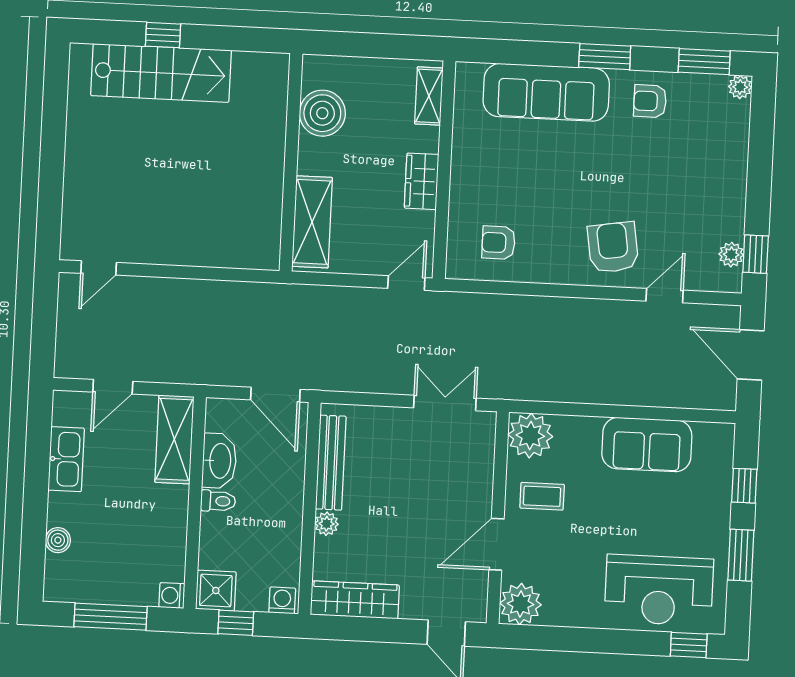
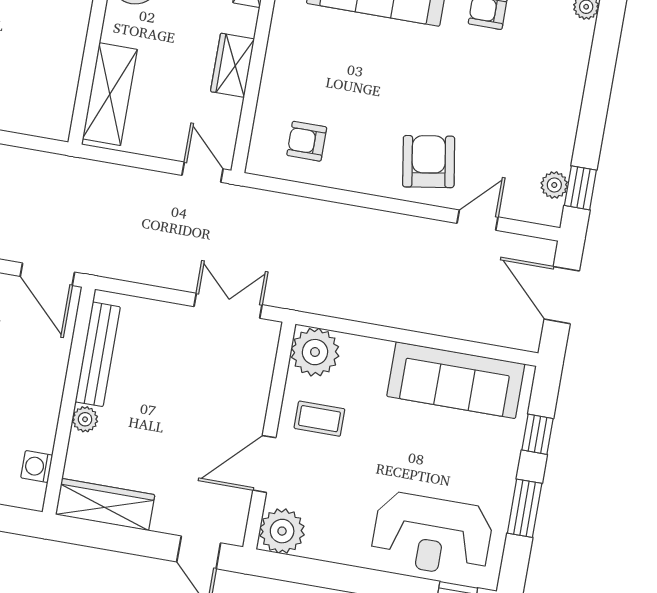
door: (406, 283) -> (203, 172), hinge flipped
sofa: (647, 444) -> (456, 380), width x1.36
washing machine: (282, 600) -> (37, 467), moved, turned -90

